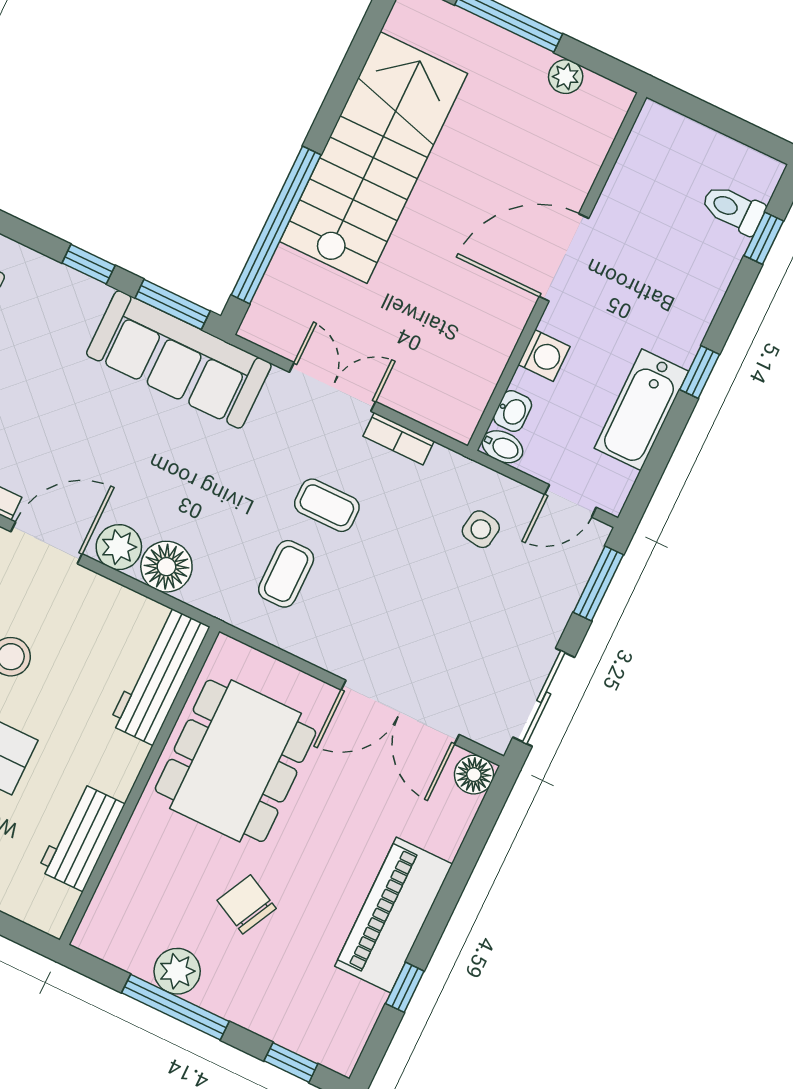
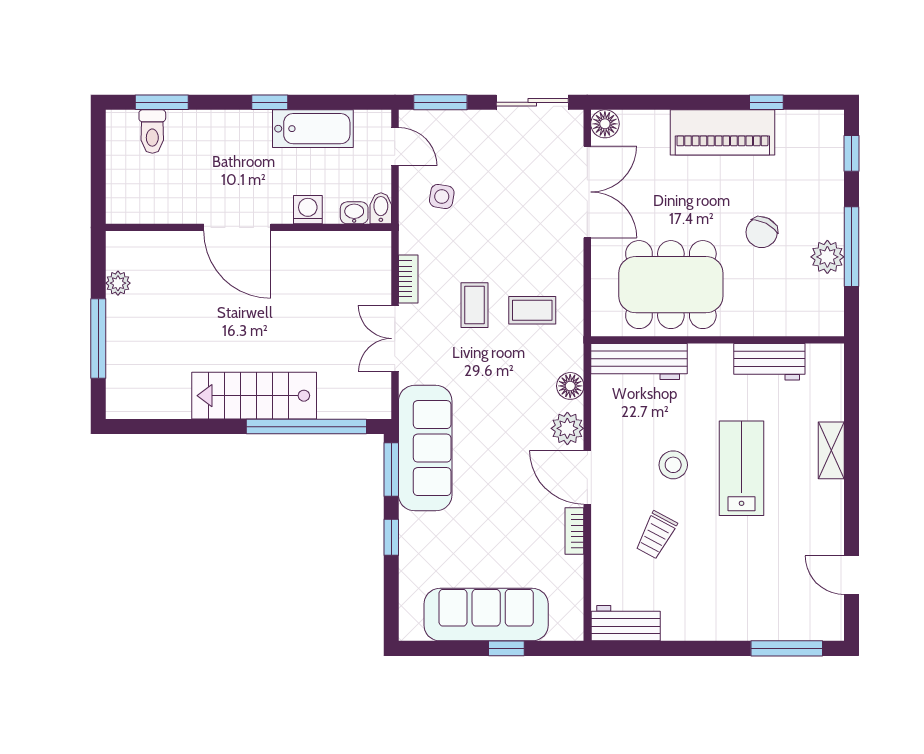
stairs: (374, 158) -> (254, 396), width x0.73, depth x0.66
window: (764, 238) -> (162, 102), width x1.50
floor lamp: (166, 567) -> (570, 386), width x0.73, depth x0.73

